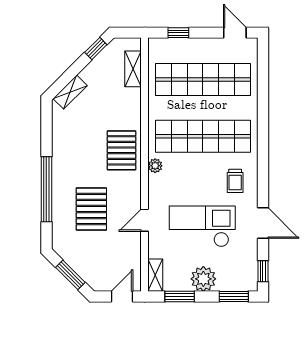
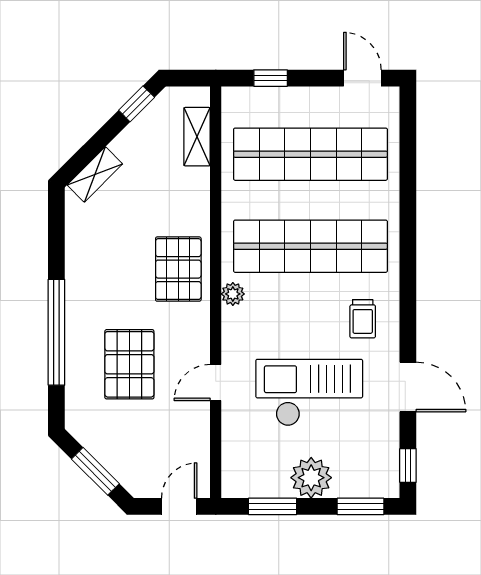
shelving: (155, 275) -> (233, 472), removed

